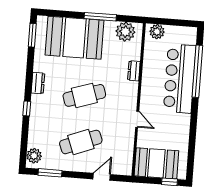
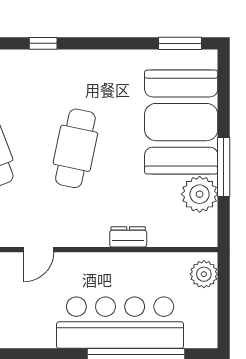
plant: (125, 32) -> (200, 194), moved
dresser: (38, 83) -> (92, 61), removed
cafe table: (84, 95) -> (75, 148), turned 30

